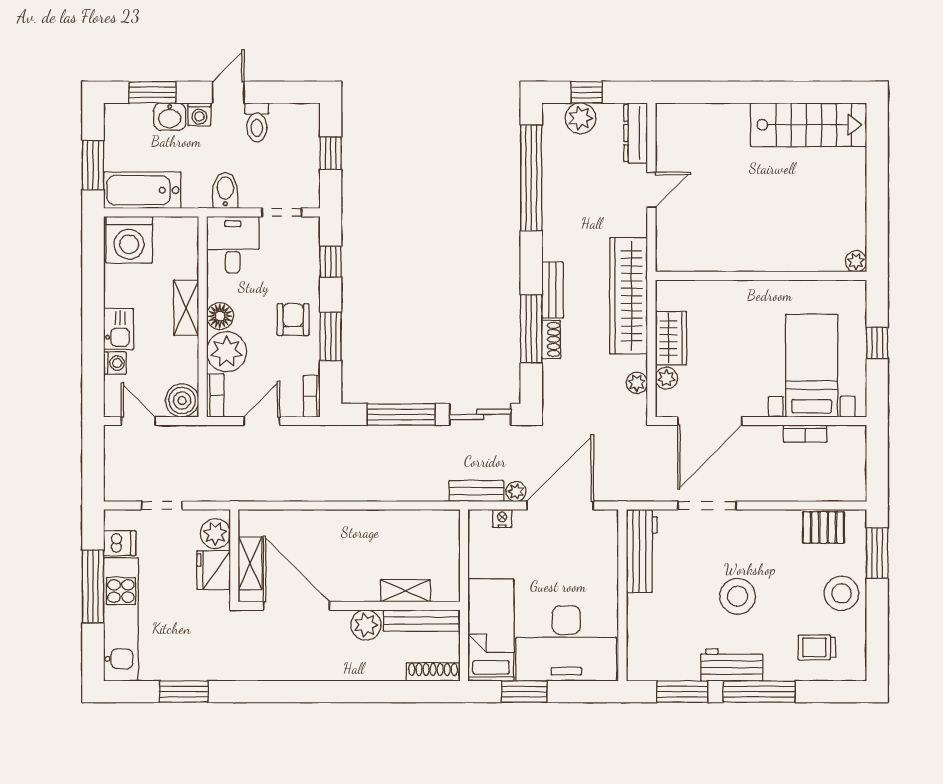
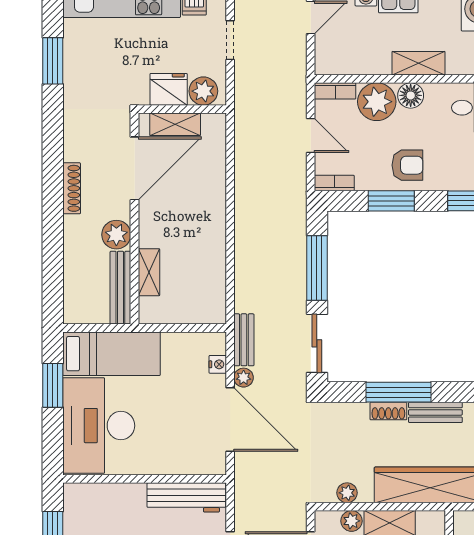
boiler: (182, 400) -> (330, 59), removed
shoe rack: (433, 672) -> (72, 188), moved

